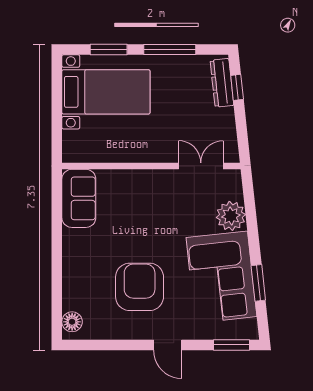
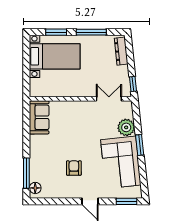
window: (237, 87) -> (133, 84), moved
window: (258, 283) -> (140, 145), moved
armchair: (140, 287) -> (74, 168), width x0.53, depth x0.53
window: (57, 296) -> (26, 173), added

